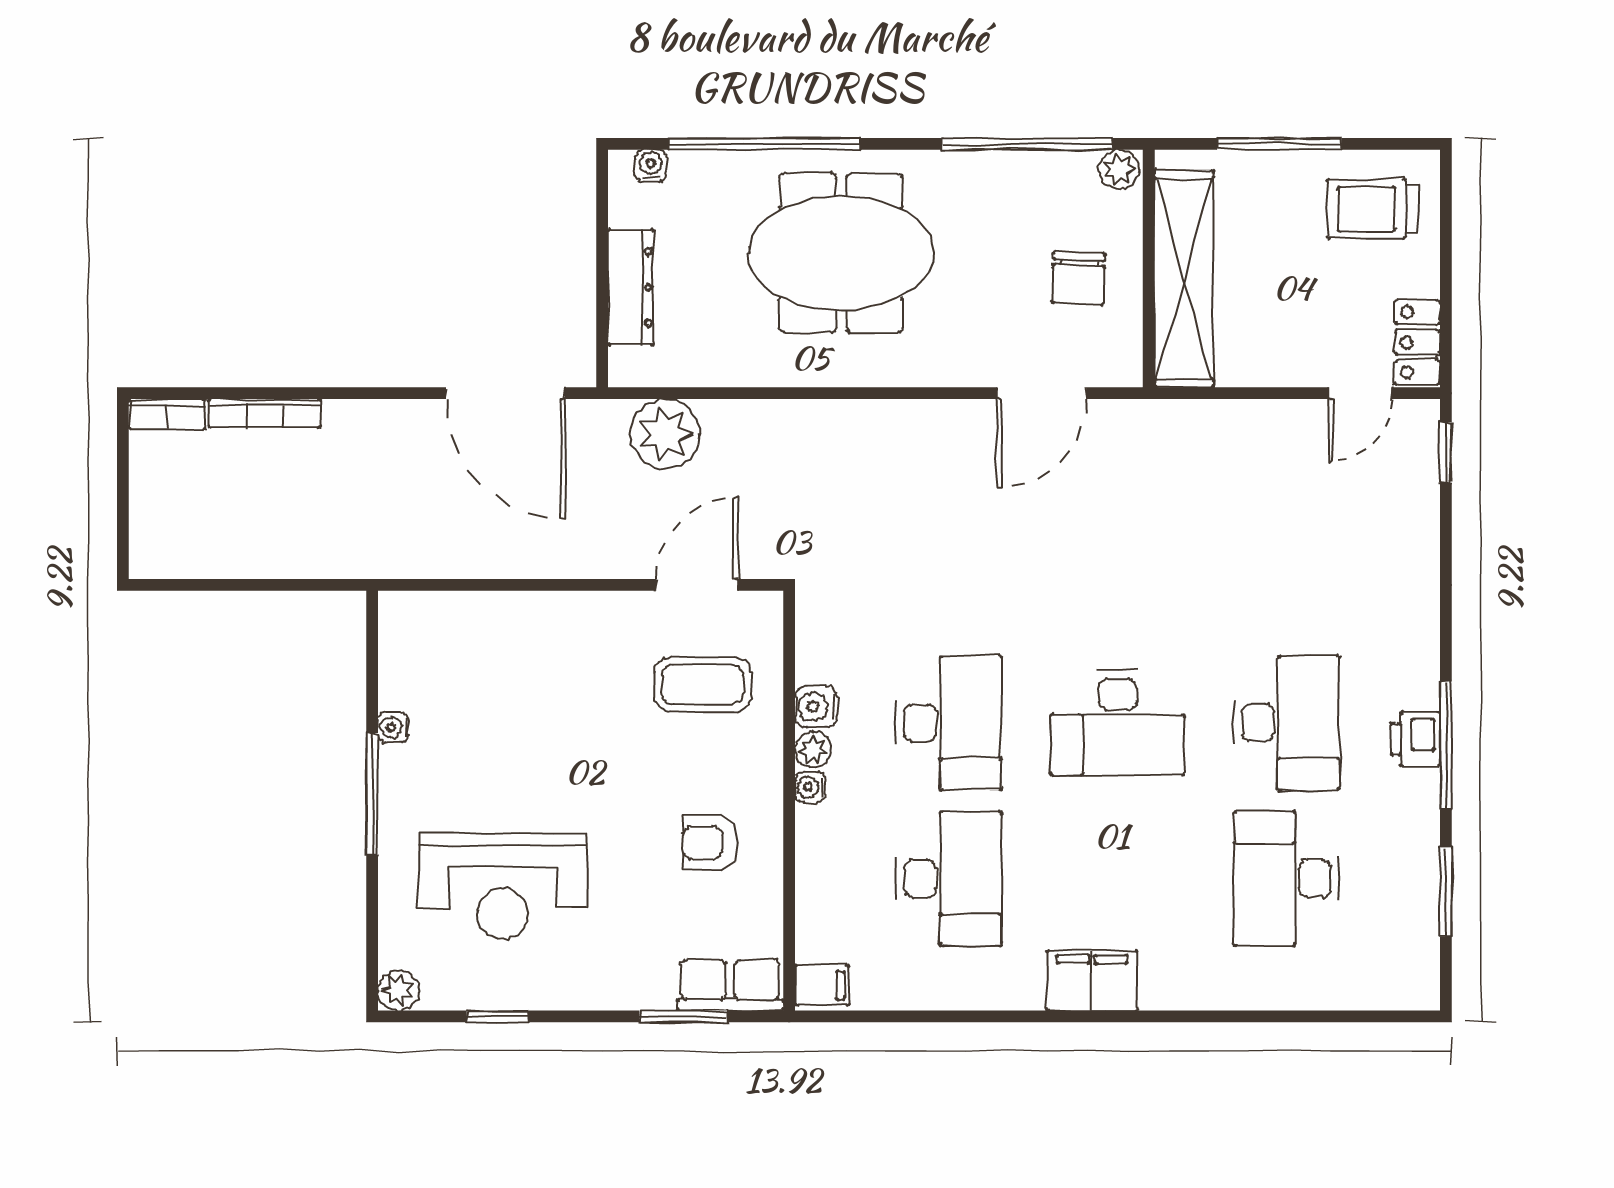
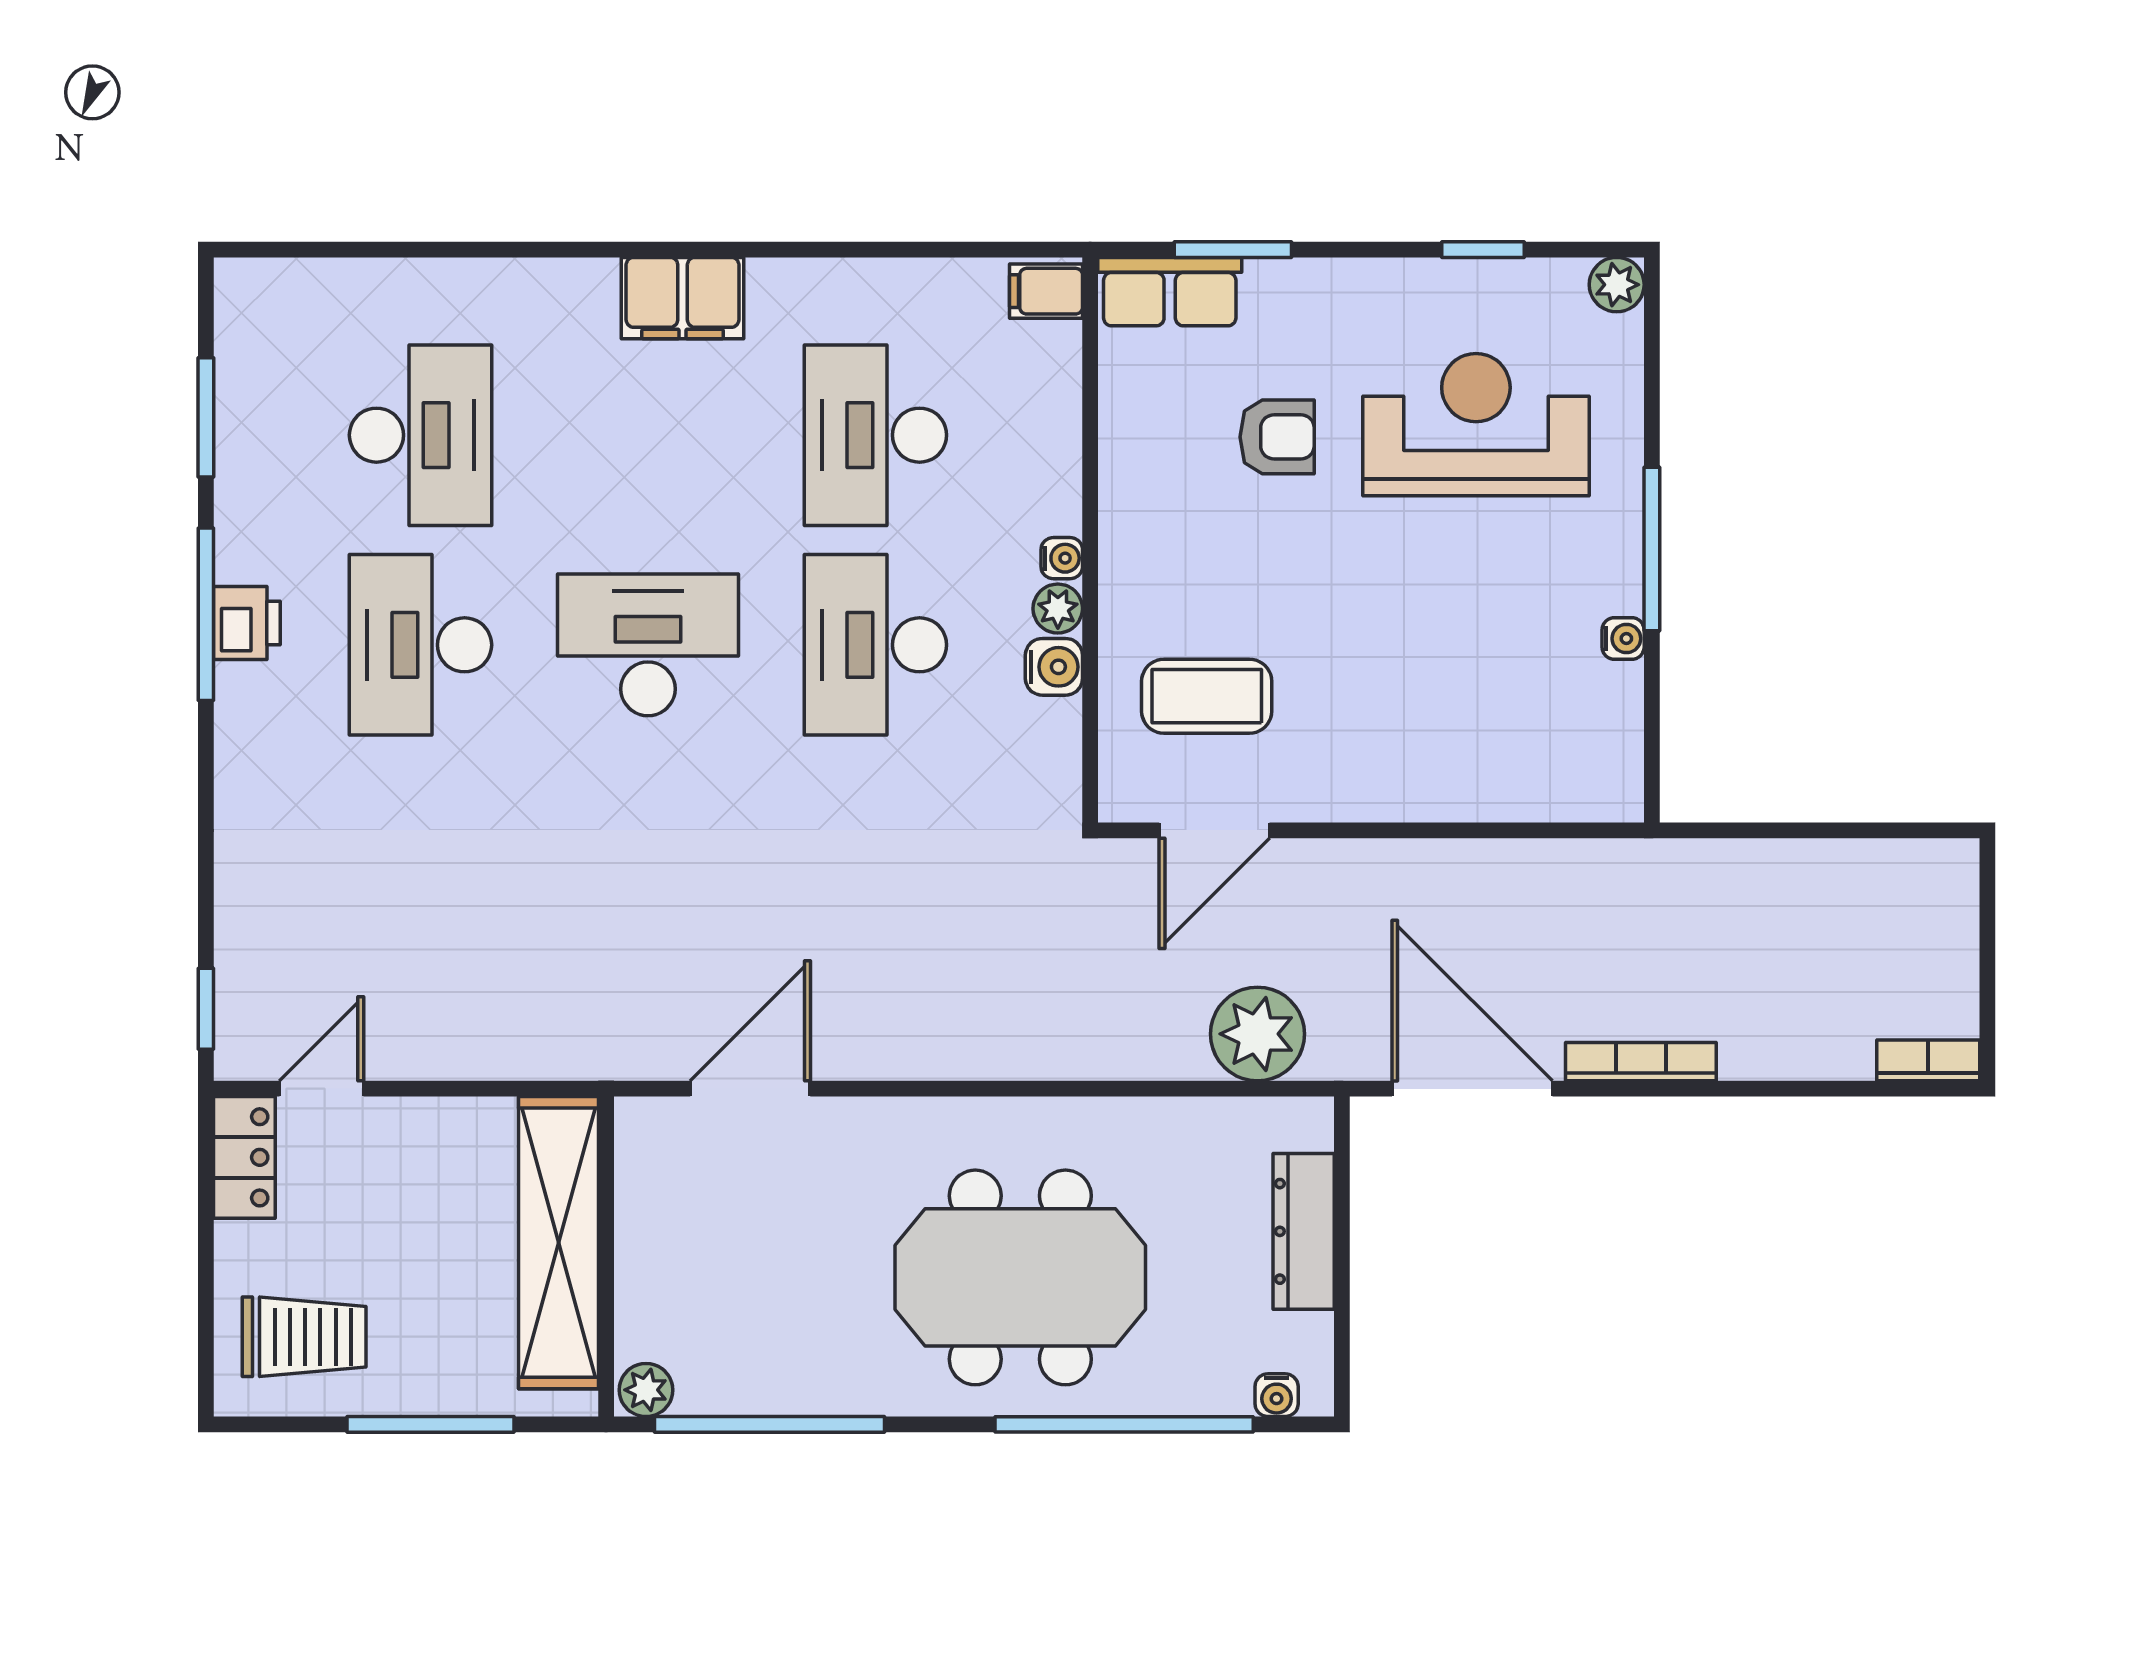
chair: (1078, 278) -> (701, 1244), removed
bookcase: (265, 413) -> (1641, 1062), moved
armchair: (711, 843) -> (1277, 437), moved

